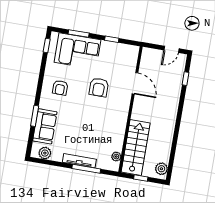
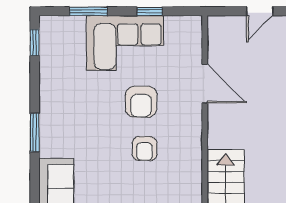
corner sofa: (78, 51) -> (125, 43), moved
armchair: (60, 88) -> (145, 149), moved
window: (35, 116) -> (35, 132), moved

